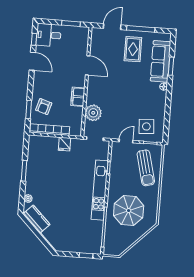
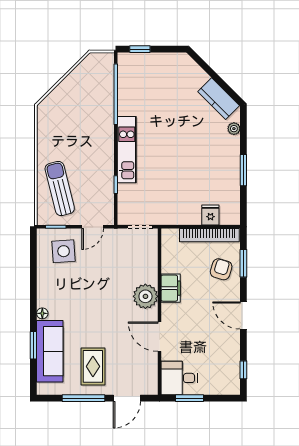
desk: (49, 35) -> (179, 378), moved, turned 180
door: (32, 61) -> (243, 315), moved
plant: (93, 113) -> (145, 296), moved
fridge: (65, 144) -> (210, 215), moved
kitchen unit: (100, 190) -> (127, 150), width x0.73
parasol: (129, 211) -> (81, 122), removed

